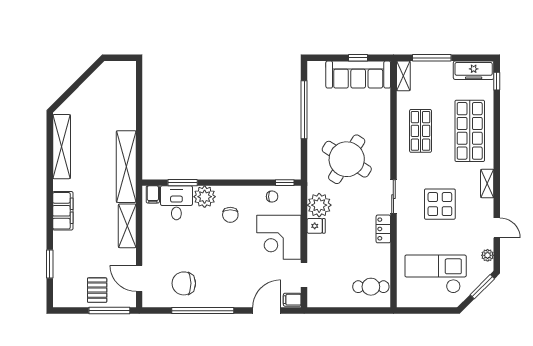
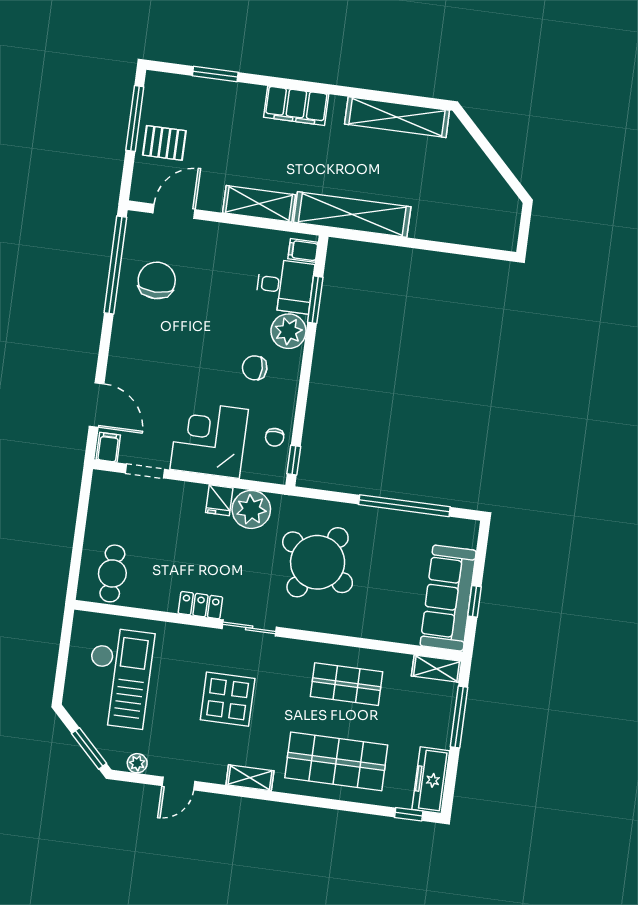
window: (109, 311) -> (135, 119), moved
window: (203, 311) -> (115, 265), moved

